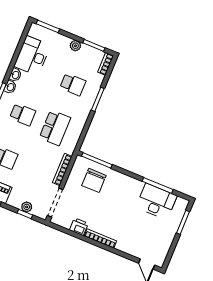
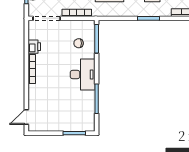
chair: (94, 180) -> (79, 43), width x0.54, depth x0.54
desk: (156, 201) -> (83, 74), moved

